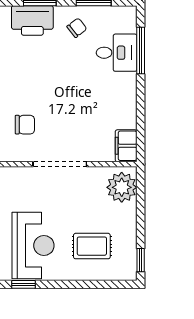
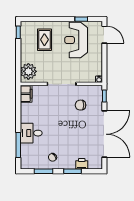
printer: (32, 20) -> (82, 164), width x0.53, depth x0.68
desk: (117, 53) -> (31, 133), moved
rug: (92, 246) -> (44, 40), turned 90

